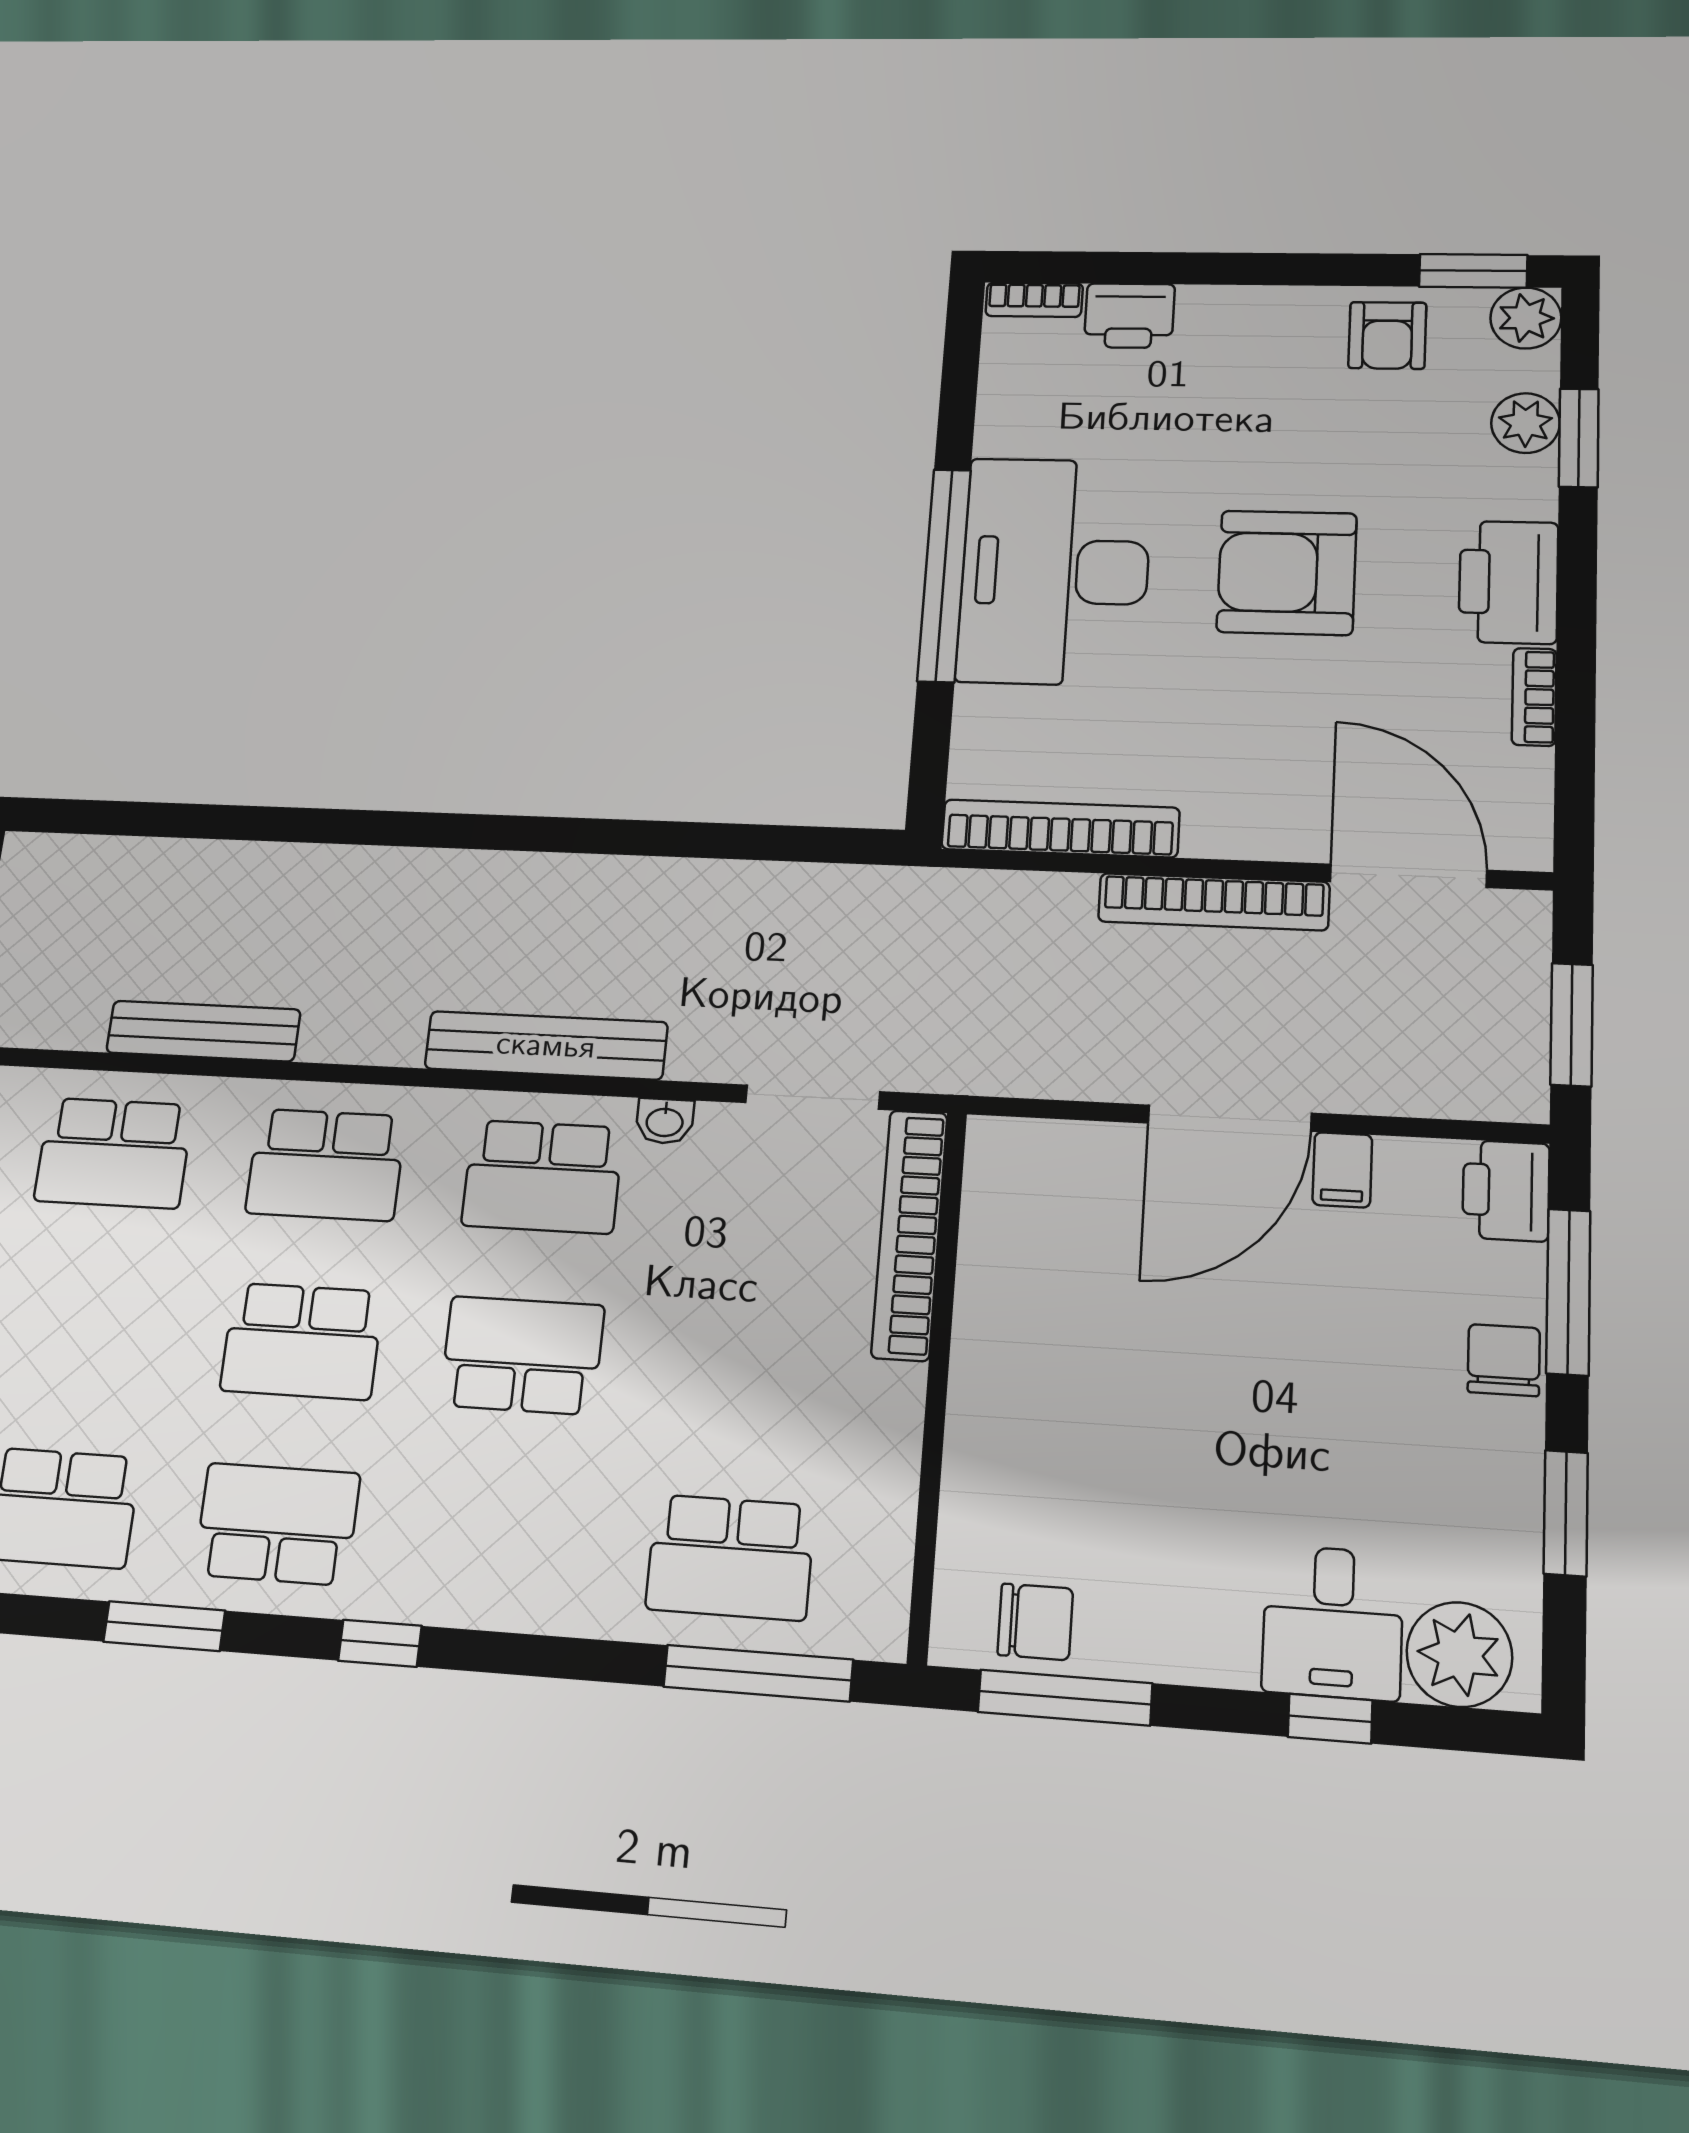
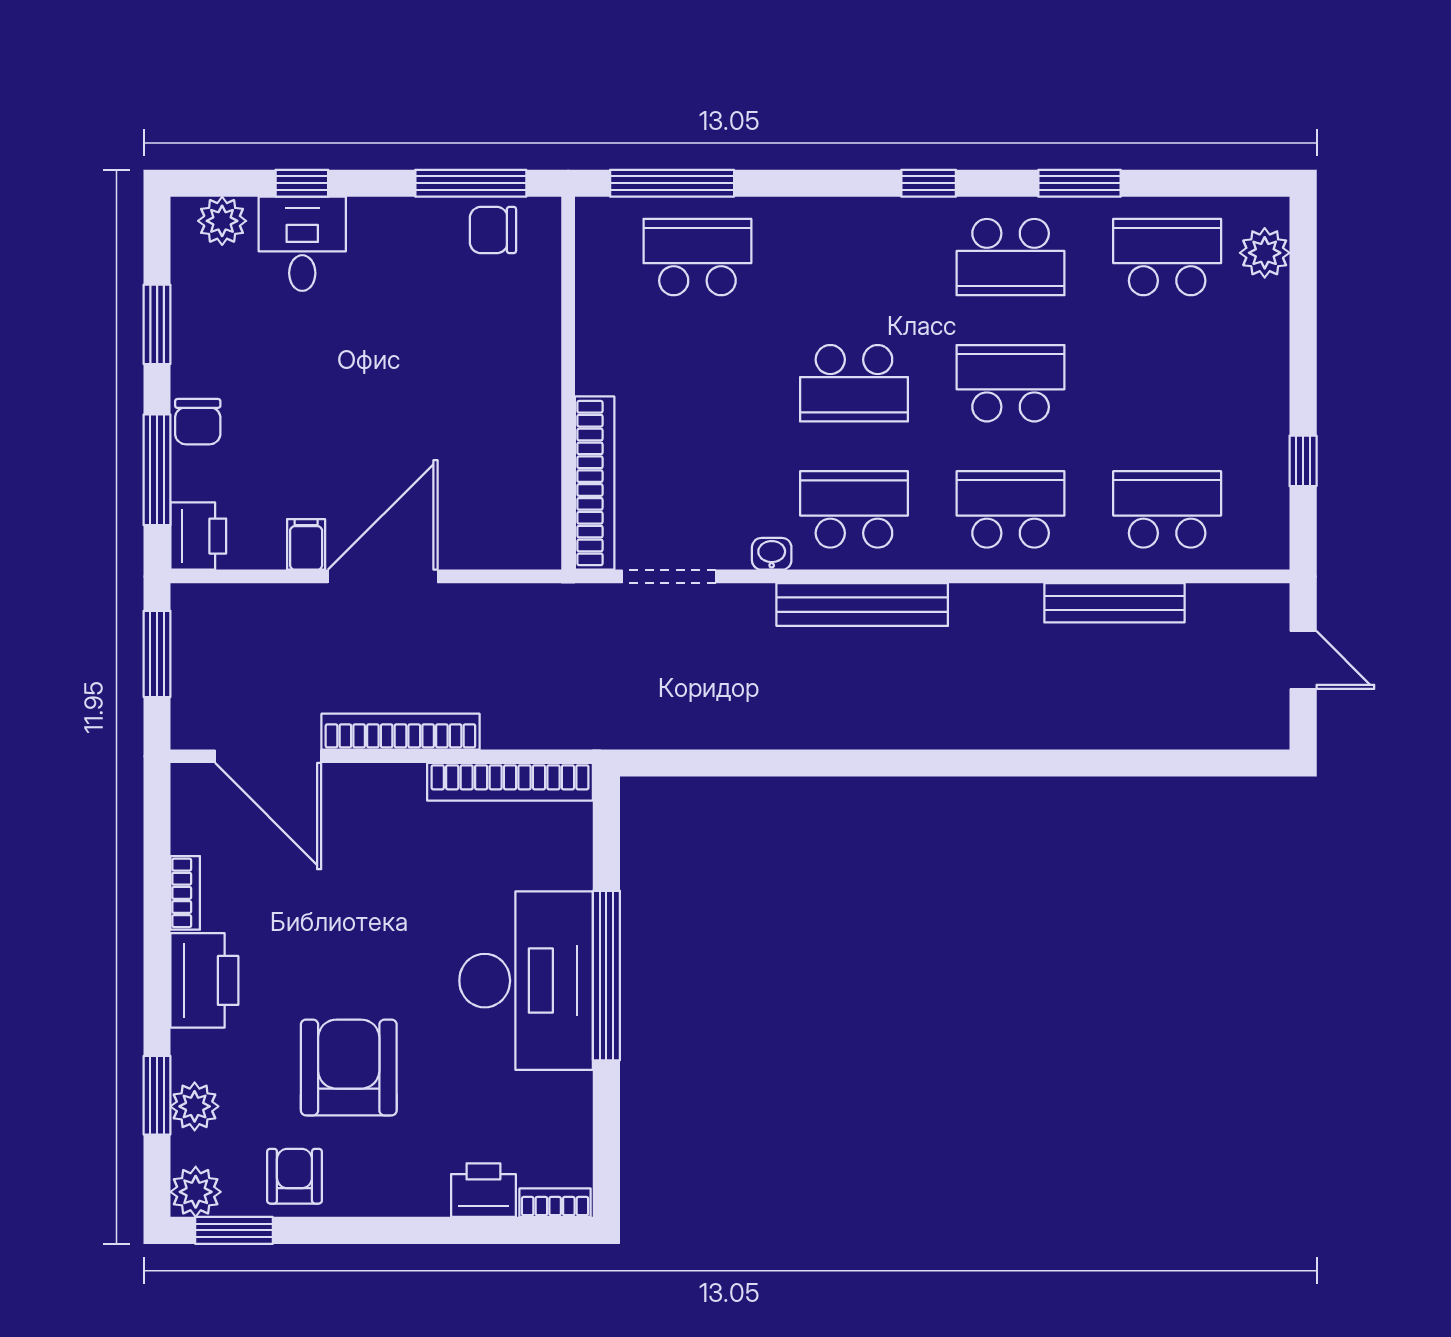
armchair: (1287, 573) -> (349, 1068), moved, turned -90
plant: (1459, 1654) -> (222, 221), width x0.73, depth x0.73

